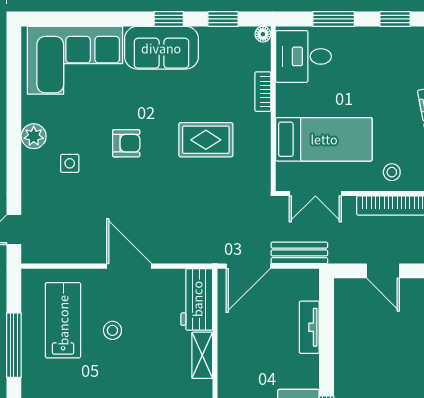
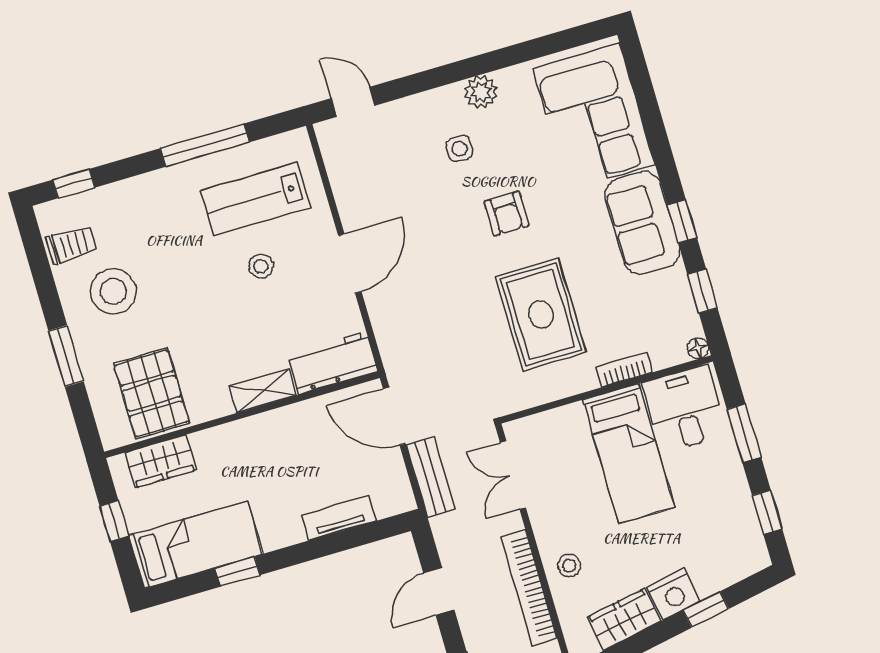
bed: (324, 139) -> (629, 453), moved
rug: (206, 140) -> (541, 314), width x1.36, depth x1.43
lab bench: (63, 320) -> (255, 199), turned 180

